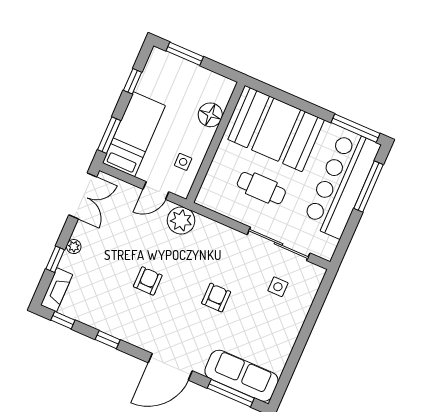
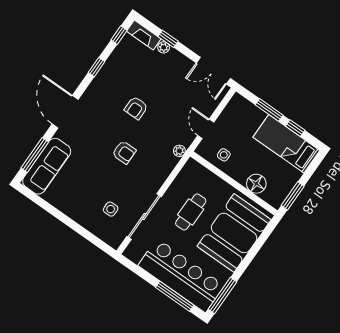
window: (185, 54) -> (293, 196), moved
bed: (134, 134) -> (286, 144), moved, turned 180
window: (109, 135) -> (269, 110), moved
plant: (181, 220) -> (179, 151), width x0.53, depth x0.53
plant: (74, 247) -> (164, 47), moved
armchair: (148, 281) -> (136, 108), turned 90
armchair: (216, 298) -> (124, 152), moved

